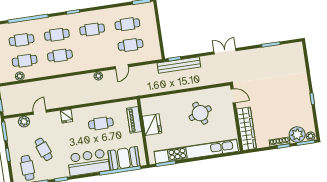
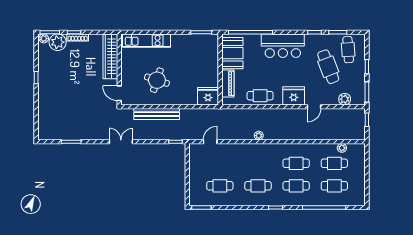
cafe table: (131, 45) -> (220, 163), removed
double door: (225, 51) -> (121, 142), swing flipped
bench: (179, 65) -> (157, 114), moved
door: (122, 67) -> (210, 142), moved
door: (40, 112) -> (314, 107), moved
round table: (200, 113) -> (157, 80), turned 38
fridge: (67, 116) -> (294, 96), width x1.88, depth x1.34
cafe table: (101, 123) -> (260, 96), moved
fridge: (152, 125) -> (208, 96), moved, turned 90
cafe table: (44, 149) -> (328, 67), width x1.37, depth x1.35
kitchen unit: (196, 151) -> (147, 41), width x0.54
booth: (124, 158) -> (232, 53), moved, turned 90

